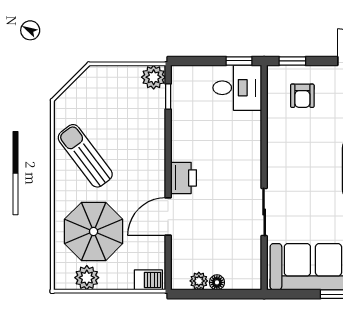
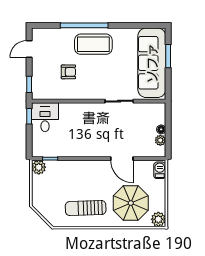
armchair: (302, 96) -> (68, 72), moved
sun lounger: (85, 156) -> (86, 208), turned 35
printer: (183, 178) -> (99, 149), removed
plant: (87, 278) -> (158, 219), moved

